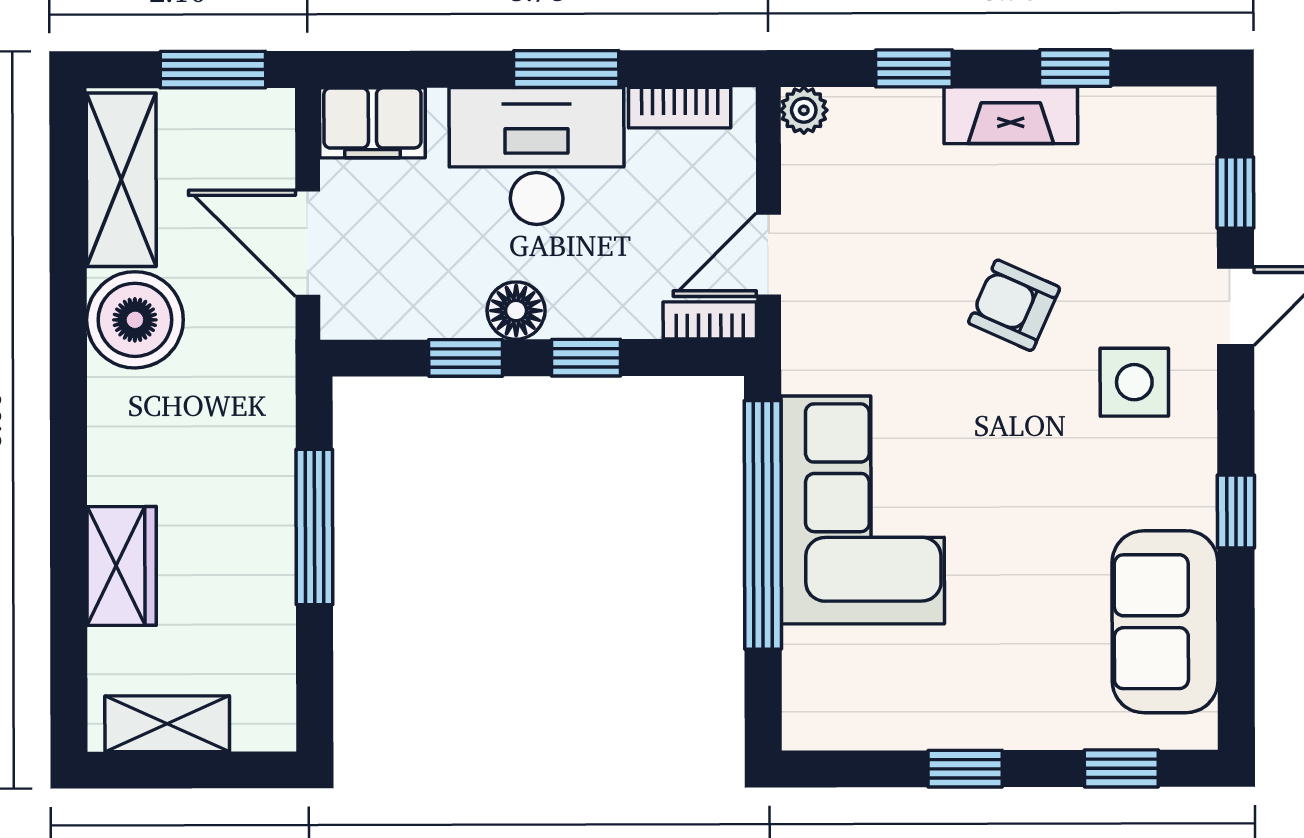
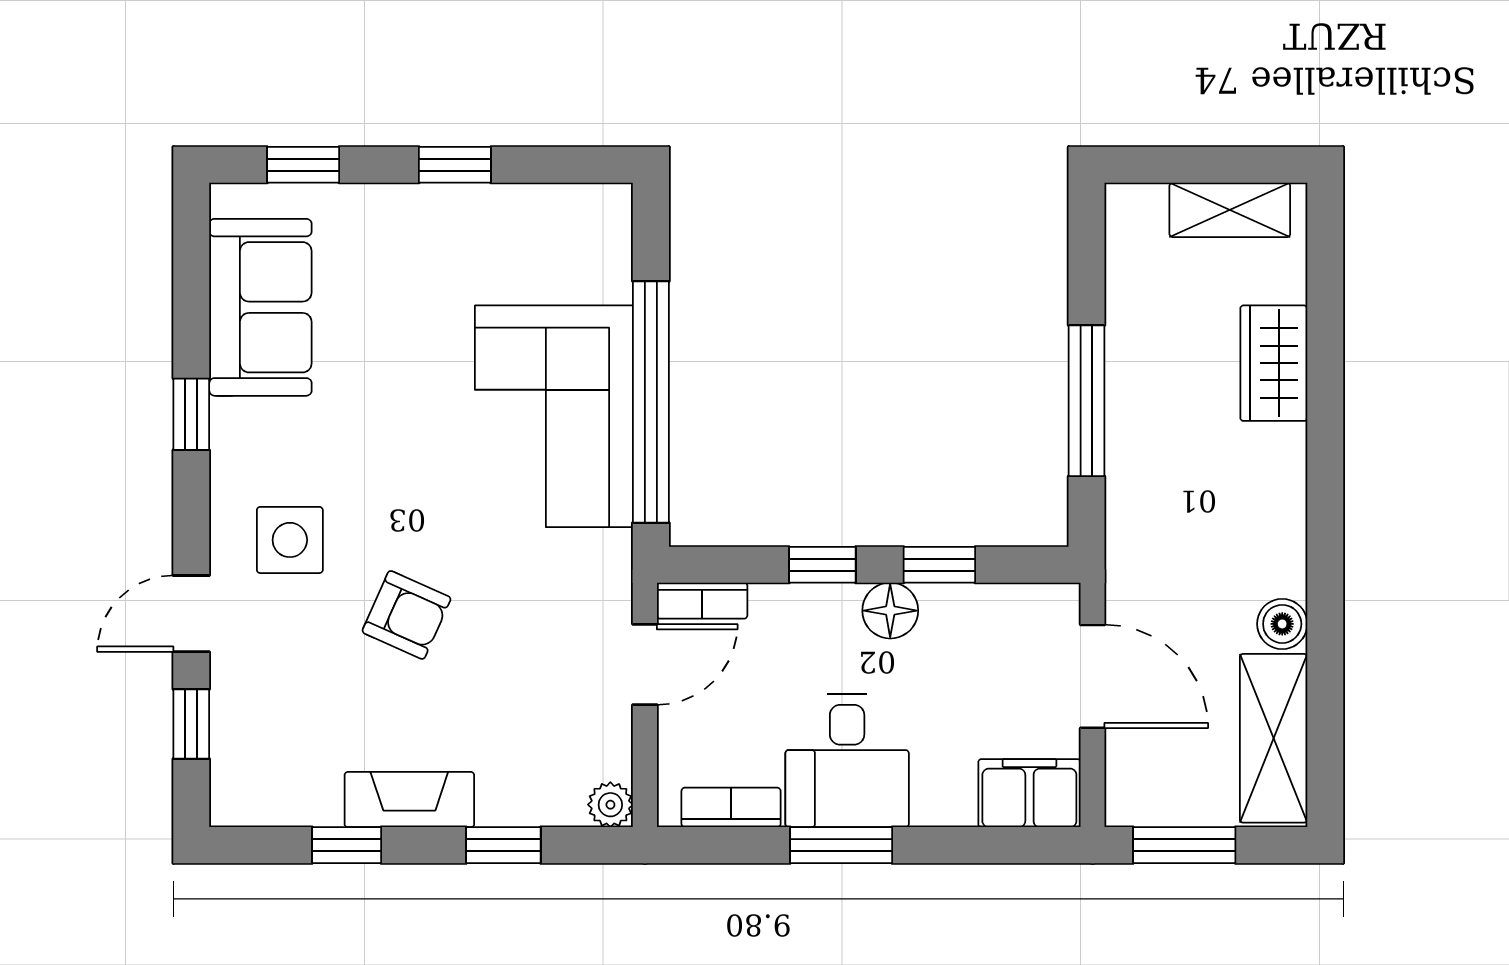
desk: (537, 156) -> (847, 761), width x0.73
boiler: (135, 320) -> (1282, 624), width x0.54, depth x0.54

